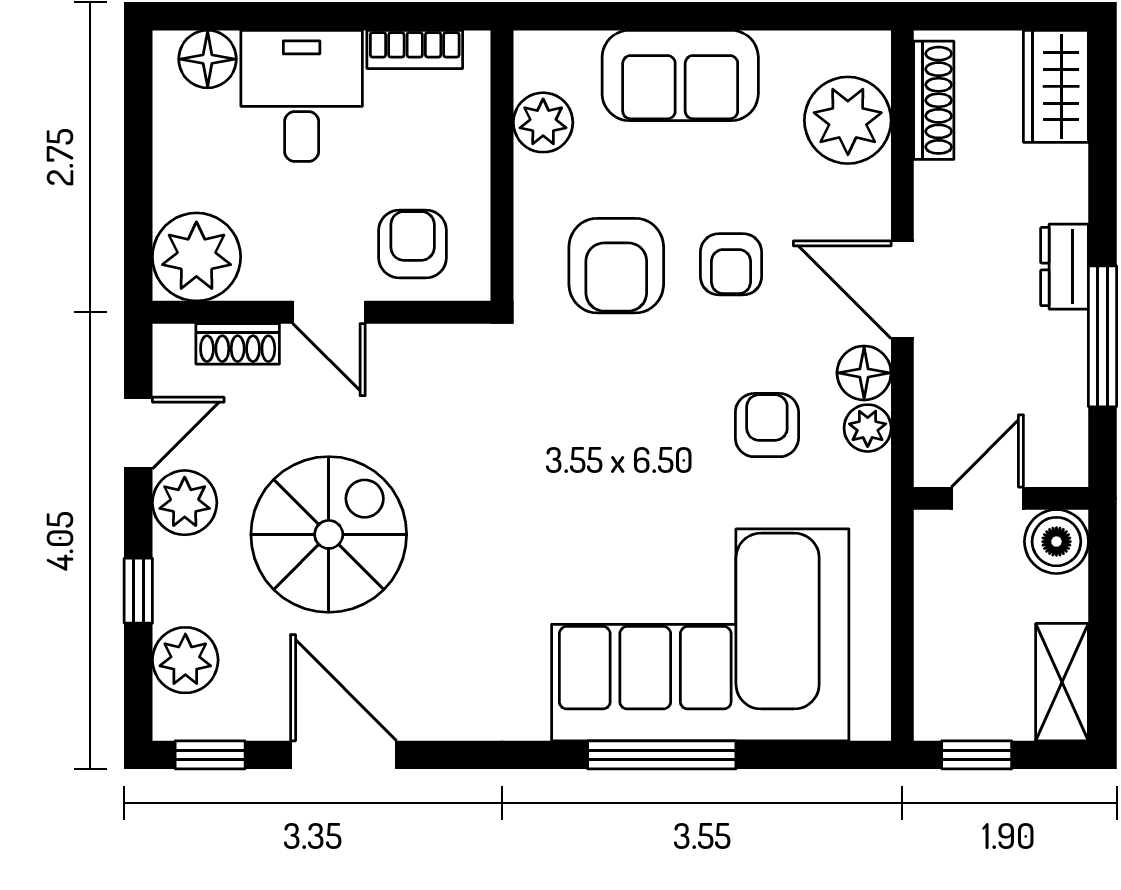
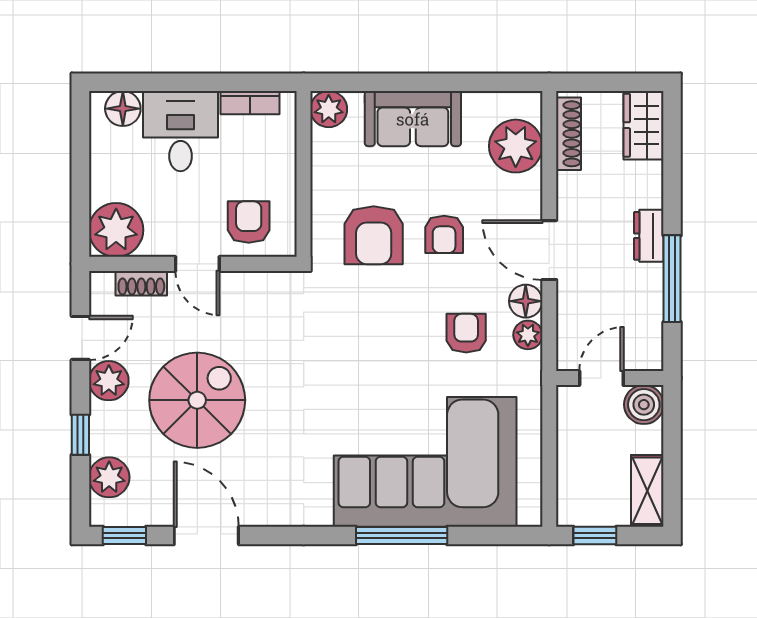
plant: (543, 122) -> (329, 109), moved

